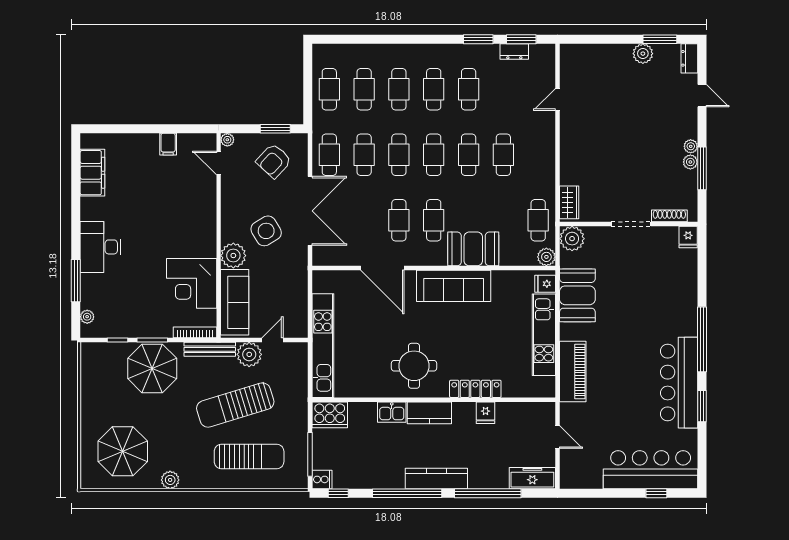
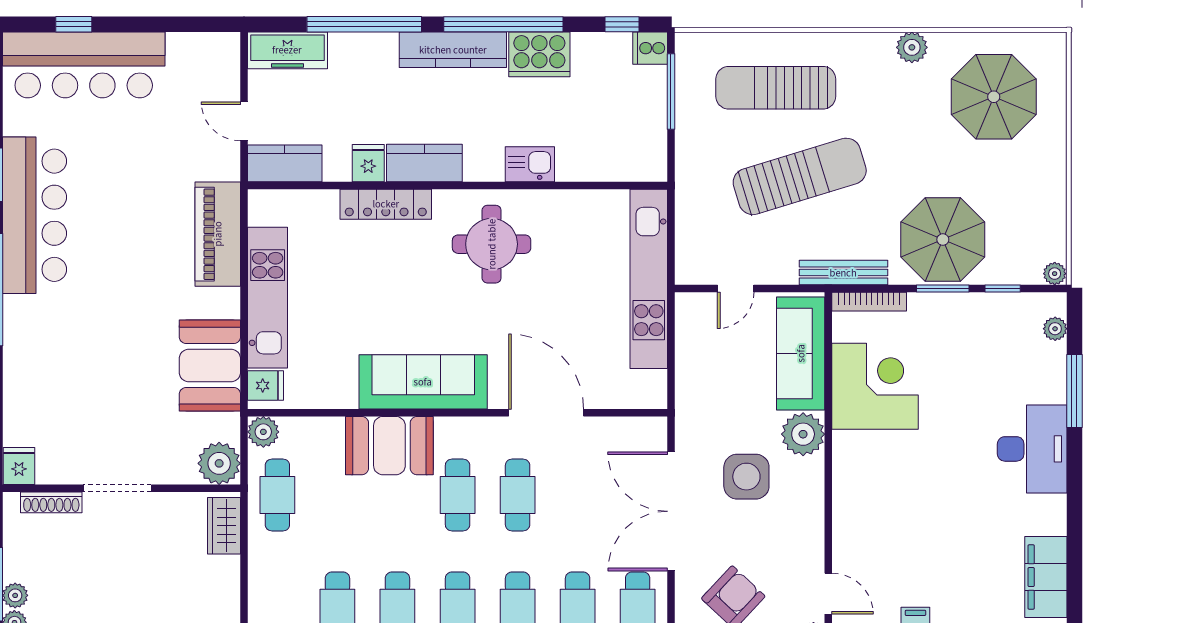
side table: (266, 231) -> (746, 477), turned 31
plant: (249, 354) -> (1055, 274), moved, width x0.53, depth x0.53
kitchen counter: (429, 413) -> (424, 163), moved
kitchen counter: (534, 413) -> (285, 163), added
cooker: (330, 415) -> (539, 54), moved, turned 180

